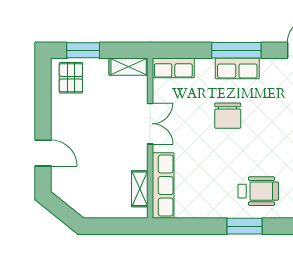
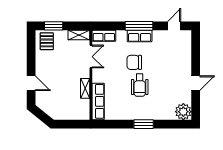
chair: (228, 116) -> (134, 62), turned 90
double door: (150, 124) -> (91, 57), moved
shelving: (140, 189) -> (85, 88), moved
wheelchair: (258, 191) -> (140, 85), moved, turned 90

